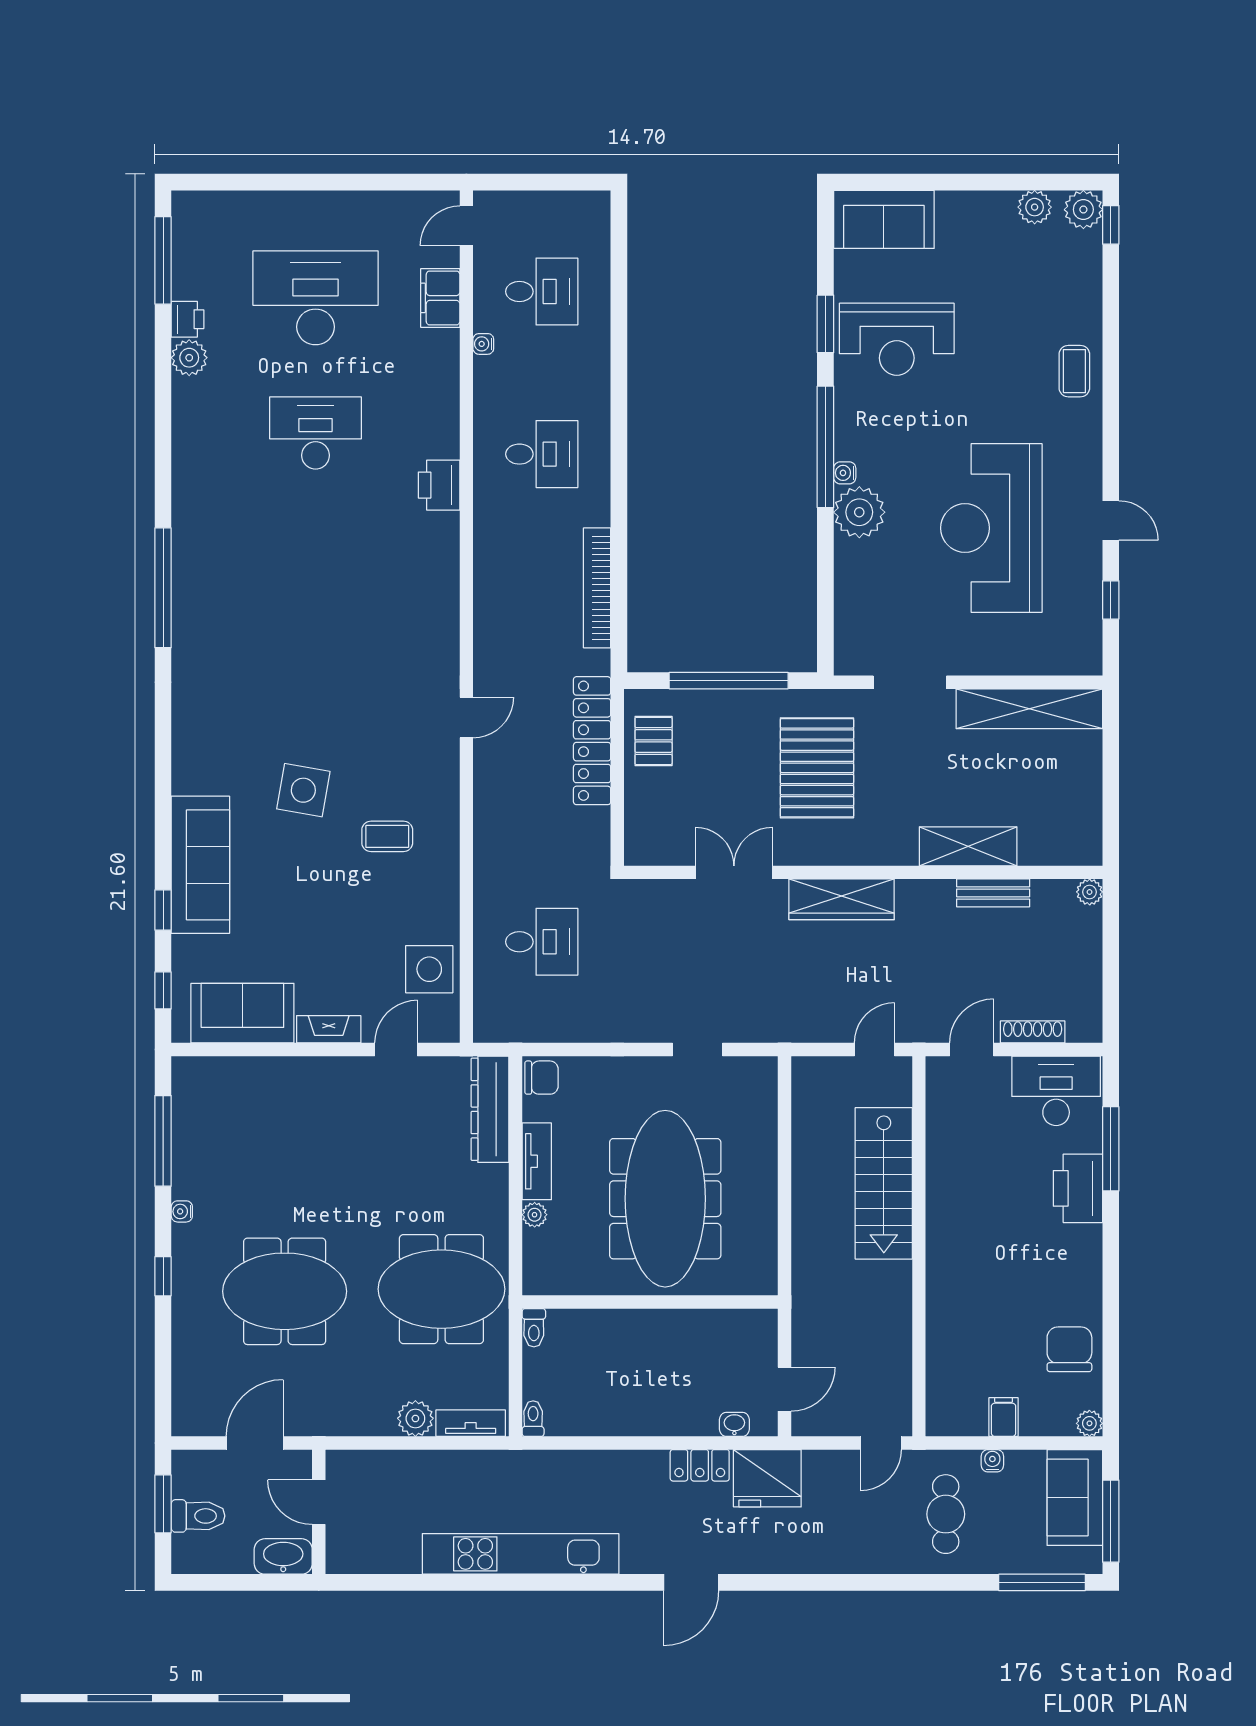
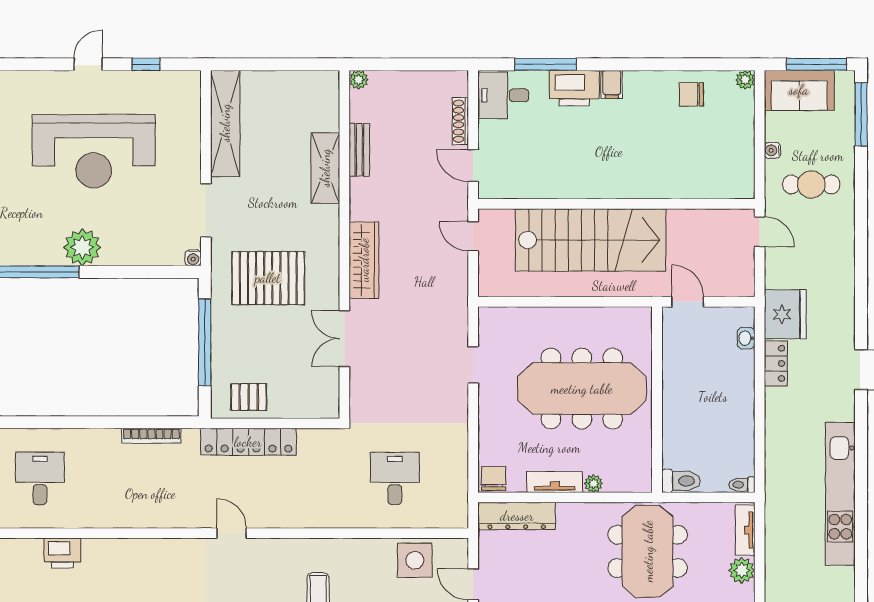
water cooler: (845, 473) -> (193, 258), moved
bookcase: (597, 588) -> (151, 436), width x0.68, depth x0.76
desk: (1056, 1091) -> (503, 95), width x0.73
stairs: (884, 1183) -> (591, 240), width x1.36, depth x1.51
toilet: (534, 1328) -> (681, 481), width x1.37, depth x1.39
chair: (1069, 1349) -> (691, 94), width x0.73, depth x0.73
door: (784, 1389) -> (688, 302), moved
filing cabinet: (1004, 1417) -> (612, 84), moved, turned -90

